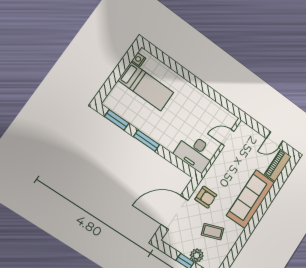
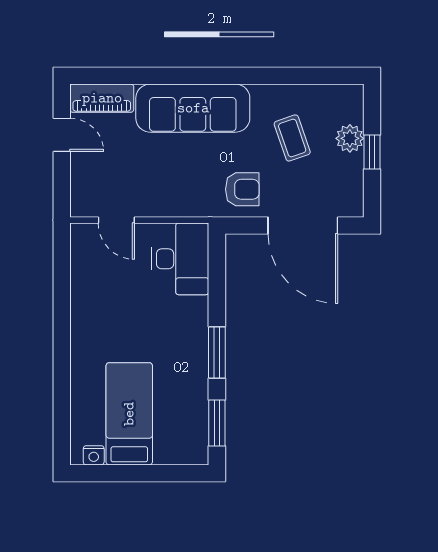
armchair: (206, 197) -> (242, 189), turned 90

